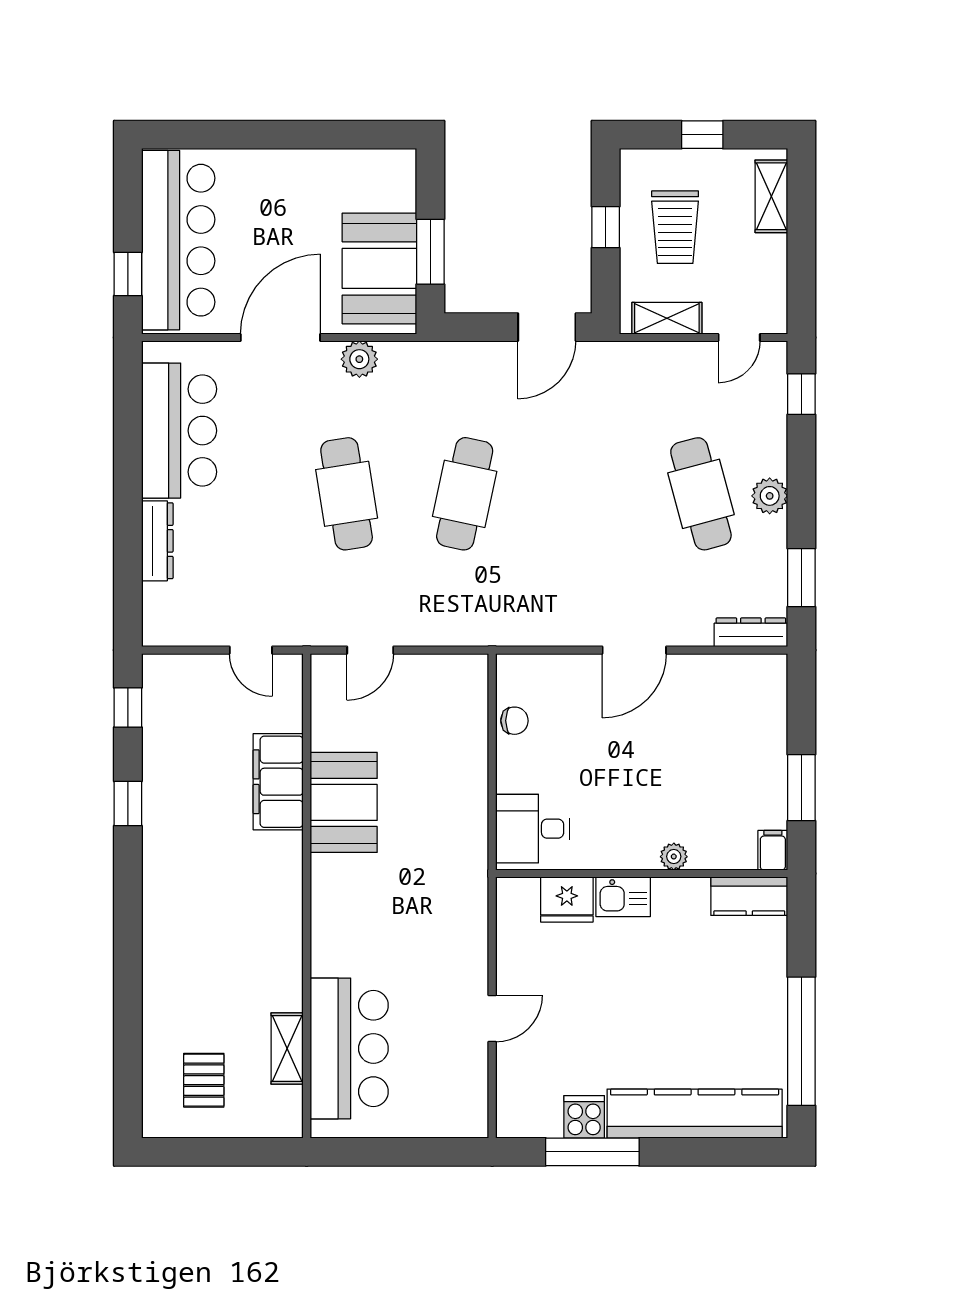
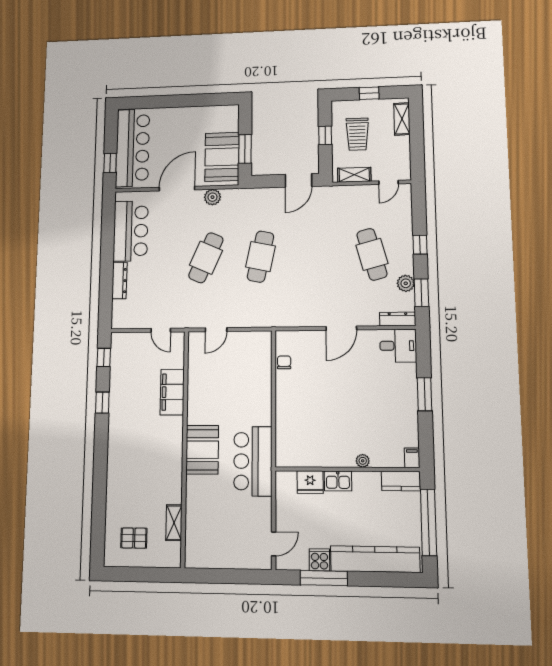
window: (801, 394) -> (420, 245), moved
cafe table: (347, 494) -> (206, 258), turned 33
plant: (770, 496) -> (406, 283), moved
chair: (514, 721) -> (284, 362), turned -90
booth: (344, 802) -> (202, 450), moved
desk: (533, 829) -> (398, 346), moved, turned 180
filing cabinet: (773, 850) -> (412, 458), moved
plant: (674, 857) -> (363, 461), moved
wall: (642, 874) -> (347, 469), moved
kitchen counter: (749, 896) -> (401, 481), moved
kitchen sink: (623, 897) -> (338, 481), moved
fridge: (567, 900) -> (310, 482), moved
door: (492, 1019) -> (274, 544), moved
bar counter: (349, 1048) -> (253, 461), moved, turned 180
pallet: (204, 1080) -> (134, 538), turned 90

